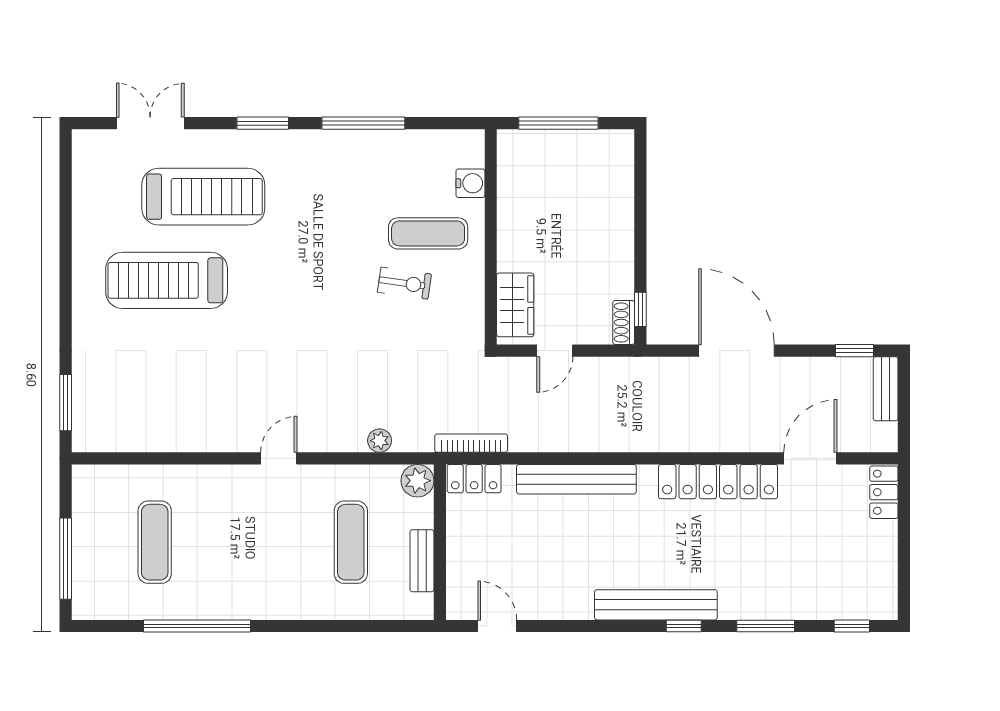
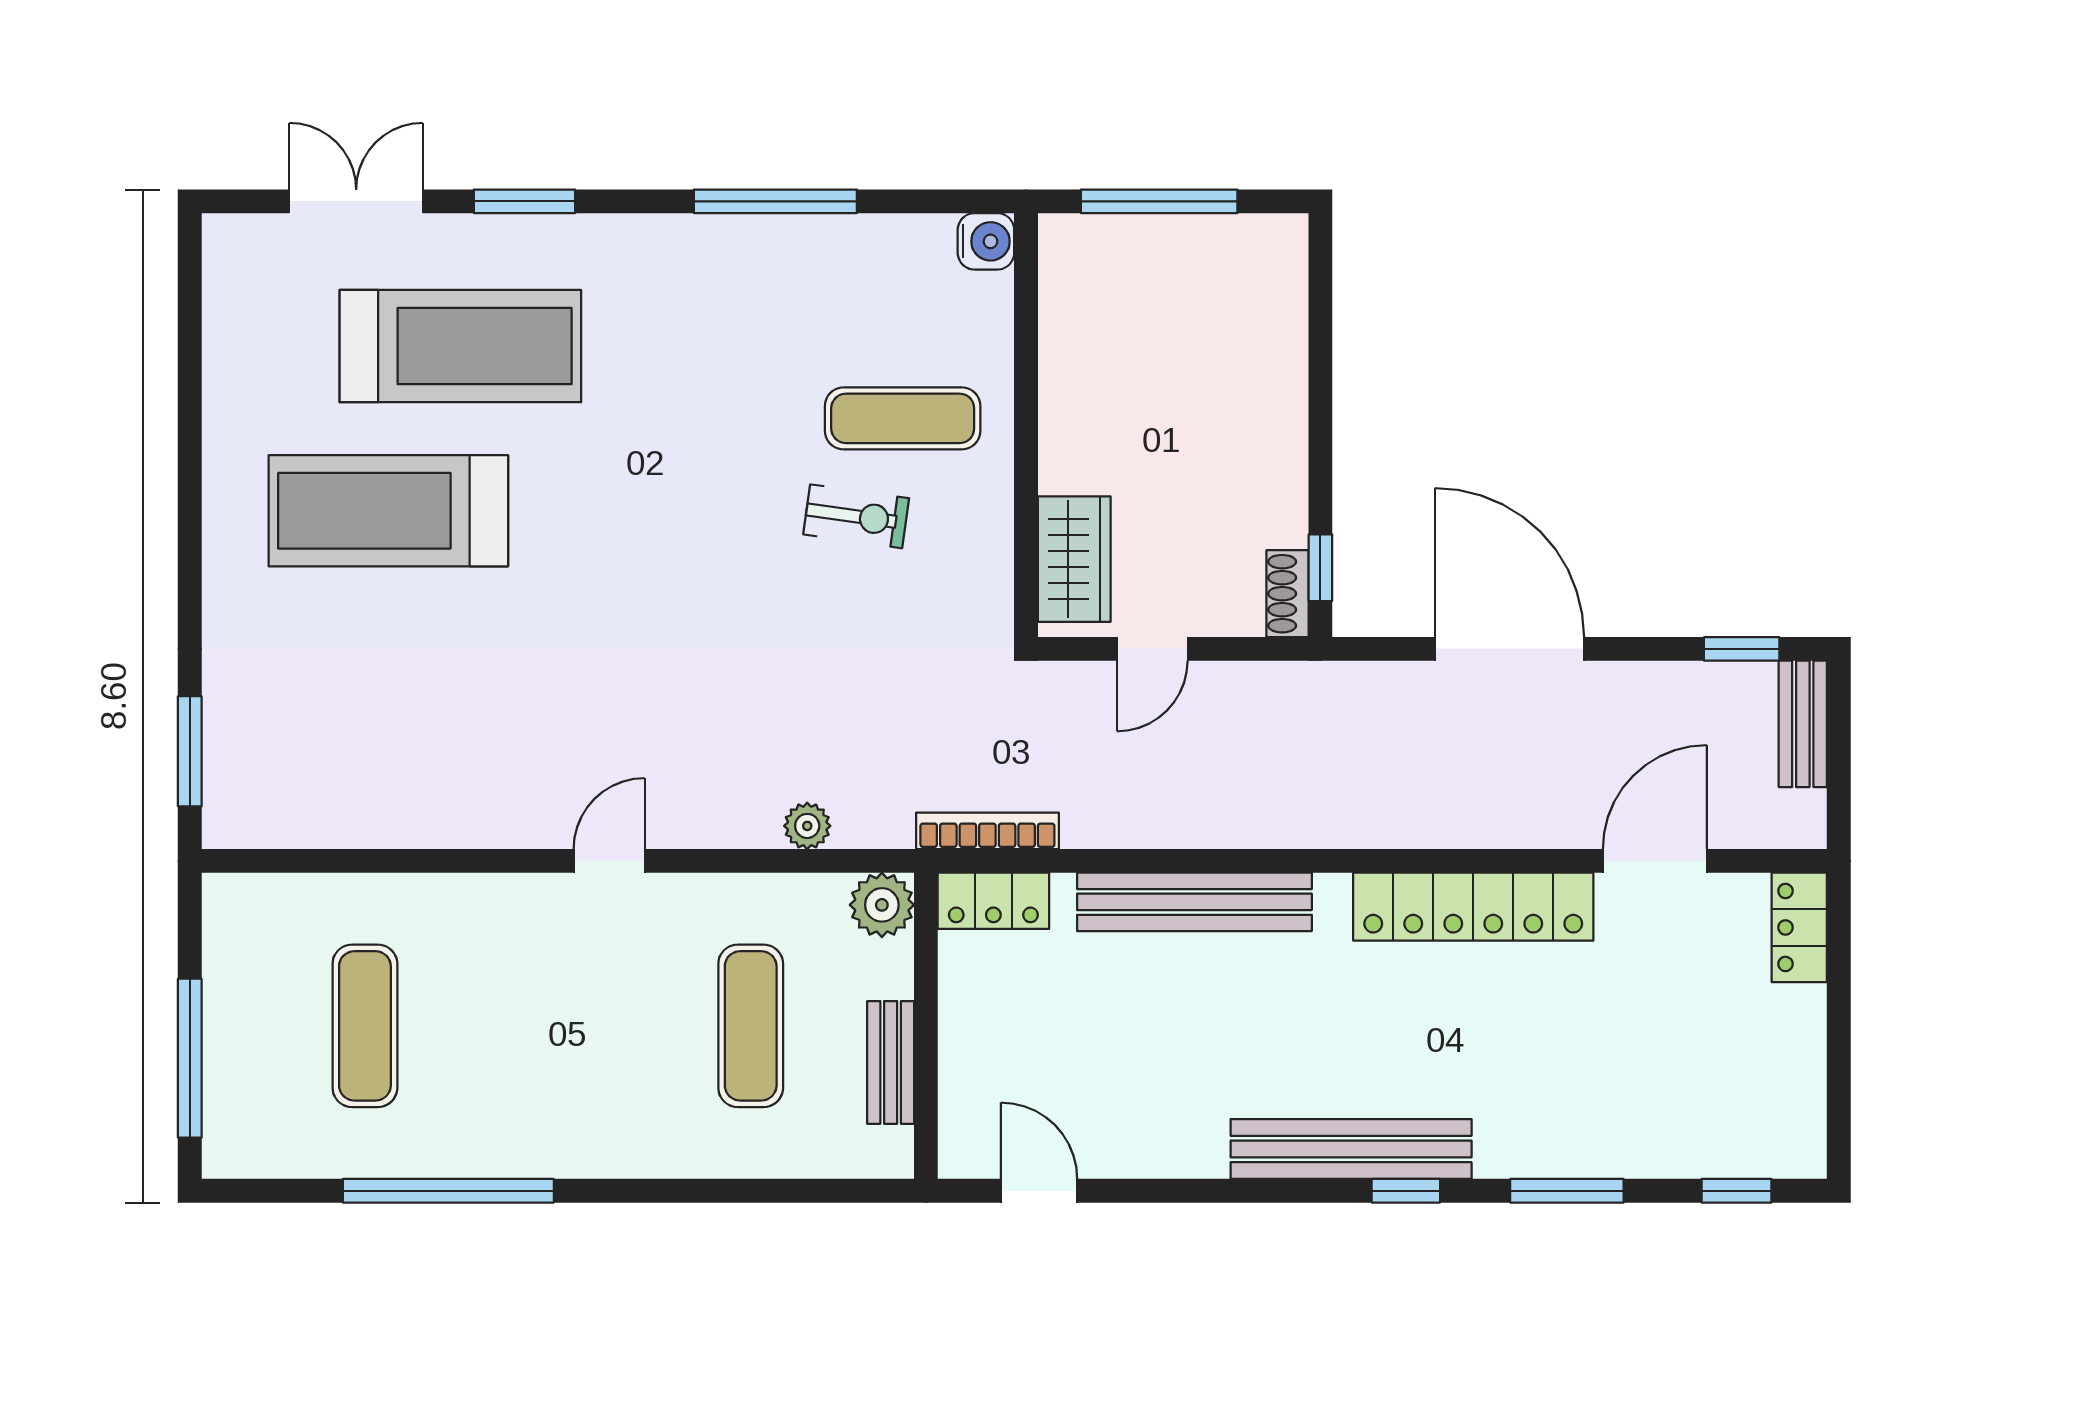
window: (263, 123) -> (525, 201), moved
water cooler: (470, 183) -> (986, 241), moved

